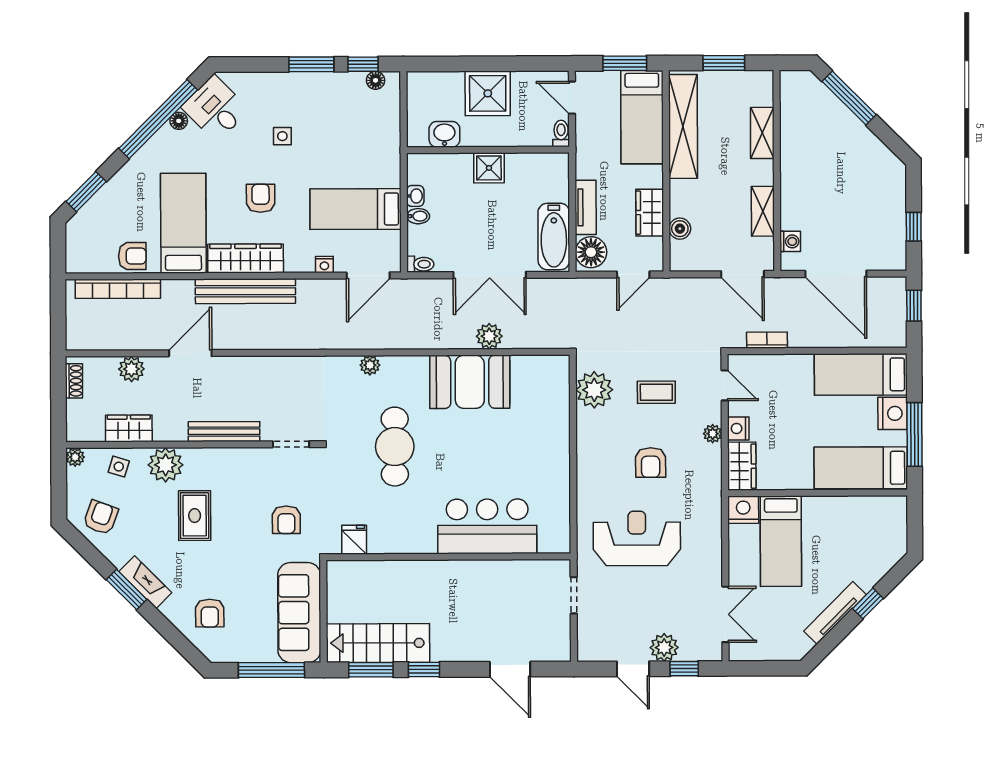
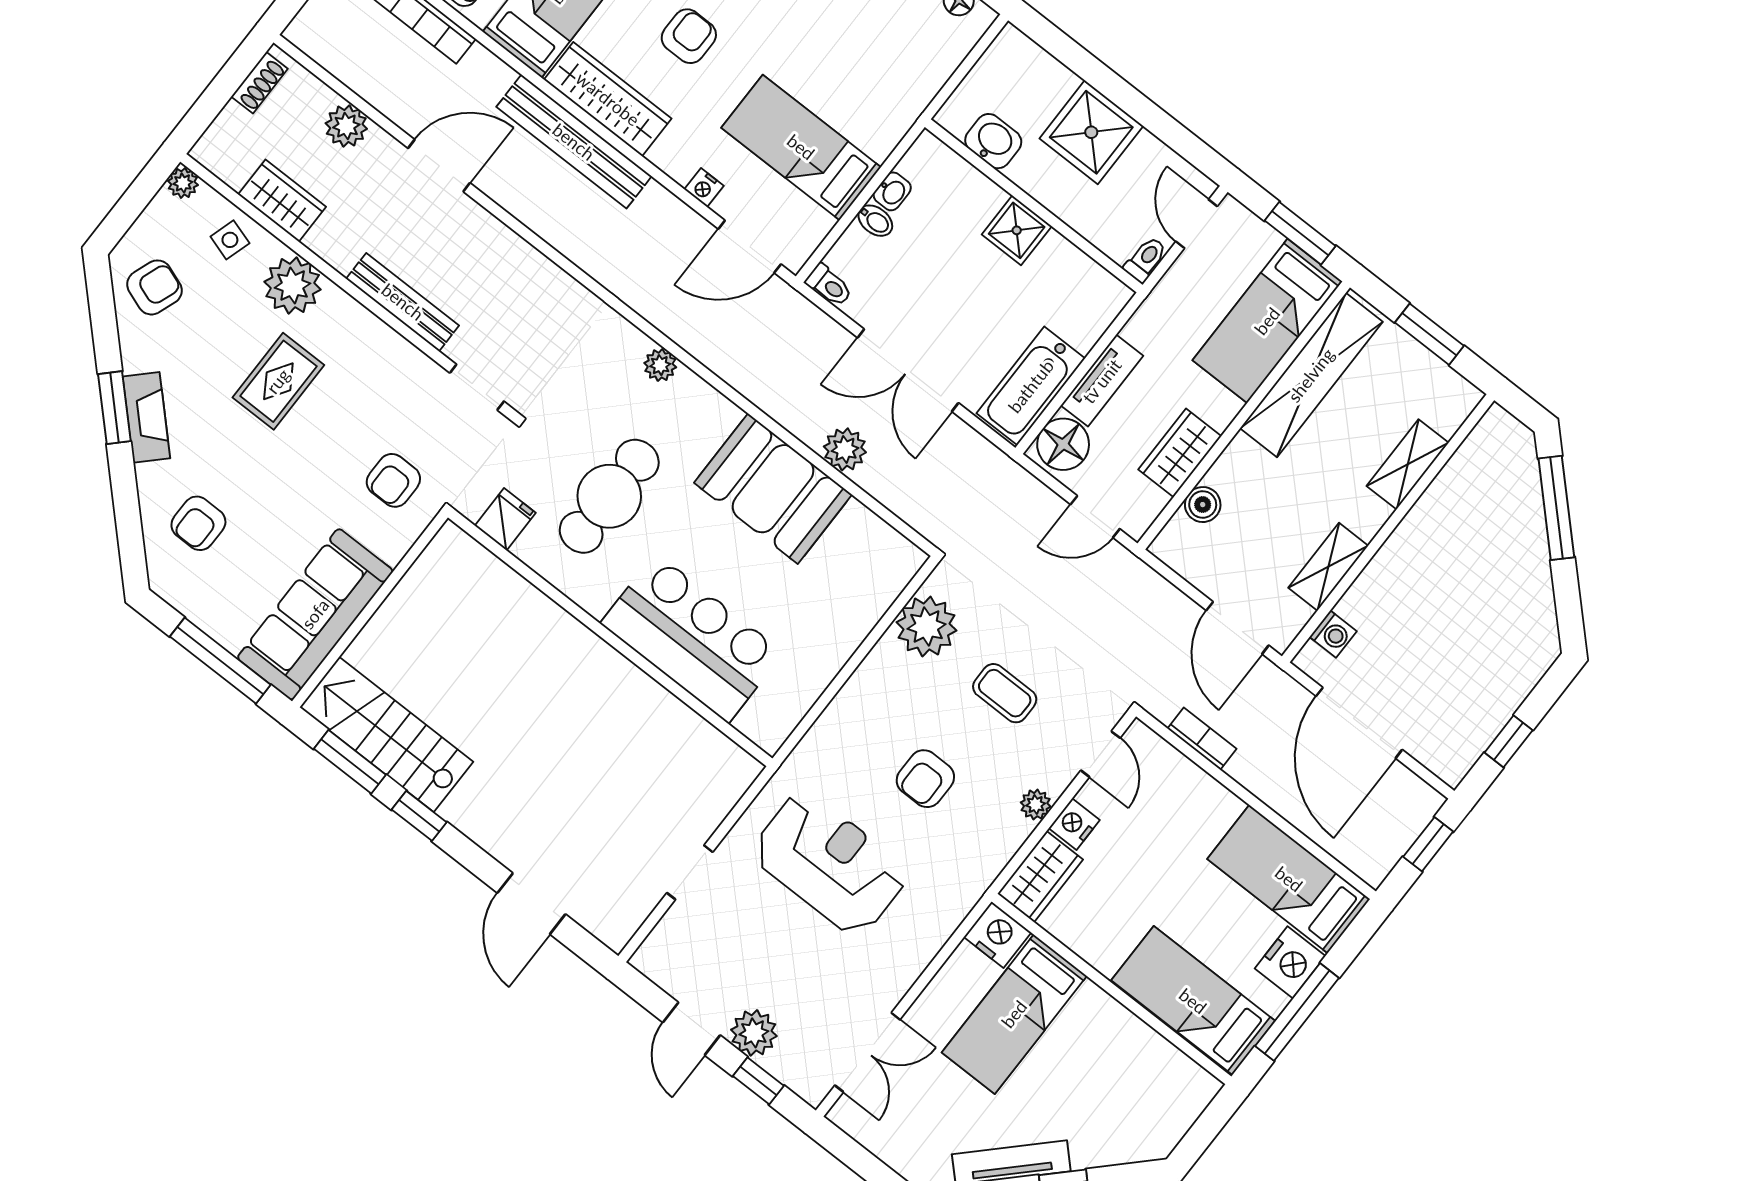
bar counter: (487, 526) -> (692, 638), moved
fridge: (354, 540) -> (505, 519), moved
wall: (448, 557) -> (610, 638), moved

